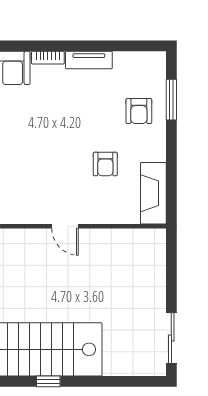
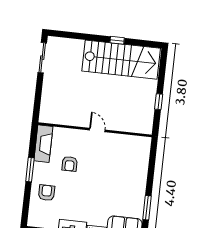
window: (171, 100) -> (30, 170), moved
armchair: (105, 164) -> (70, 164), turned 180

